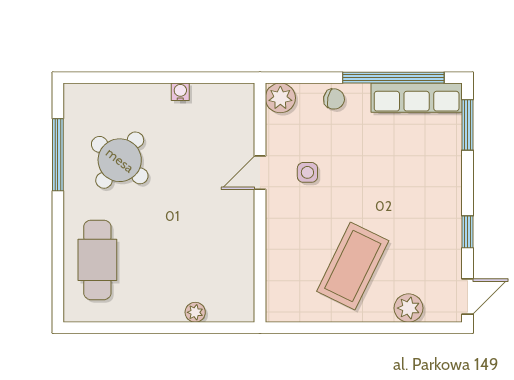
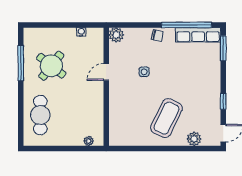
plant: (280, 98) -> (116, 35), moved
door: (260, 173) -> (106, 72), moved
wall: (260, 203) -> (106, 87), moved

